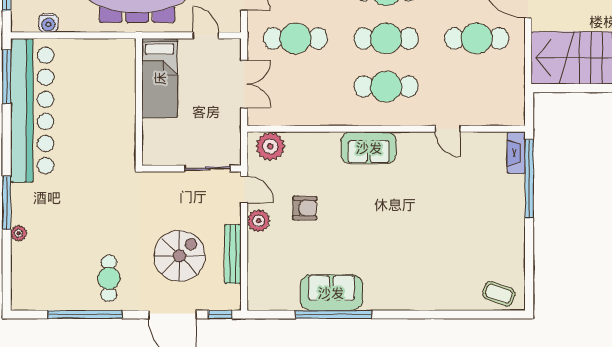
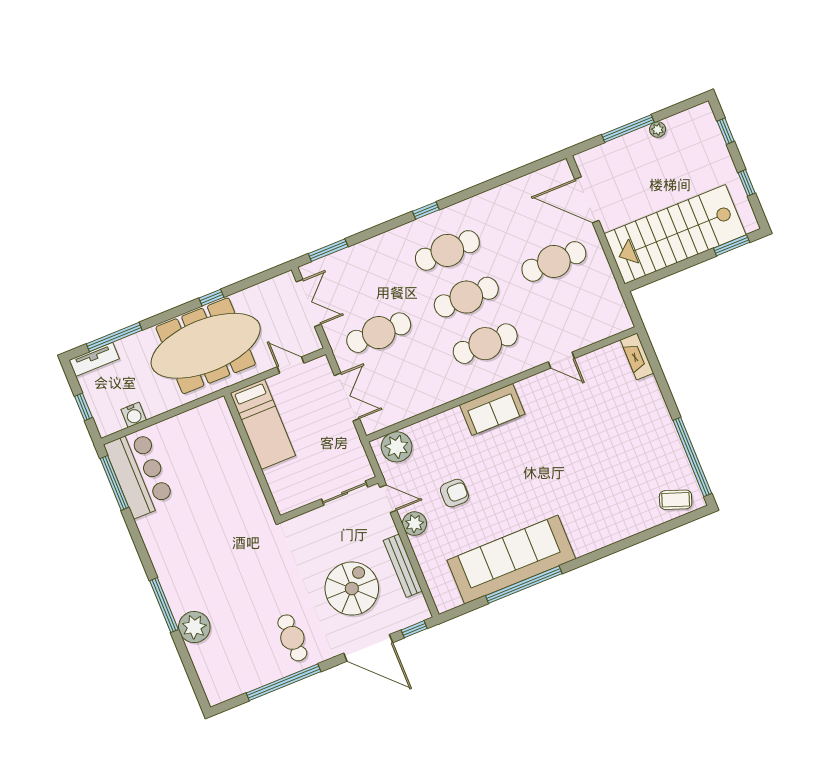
bar counter: (32, 110) -> (139, 473), width x0.54
window: (529, 179) -> (692, 457), moved
plant: (19, 233) -> (194, 627), width x1.88, depth x1.88
sofa: (331, 293) -> (511, 560), width x1.85, depth x1.27

